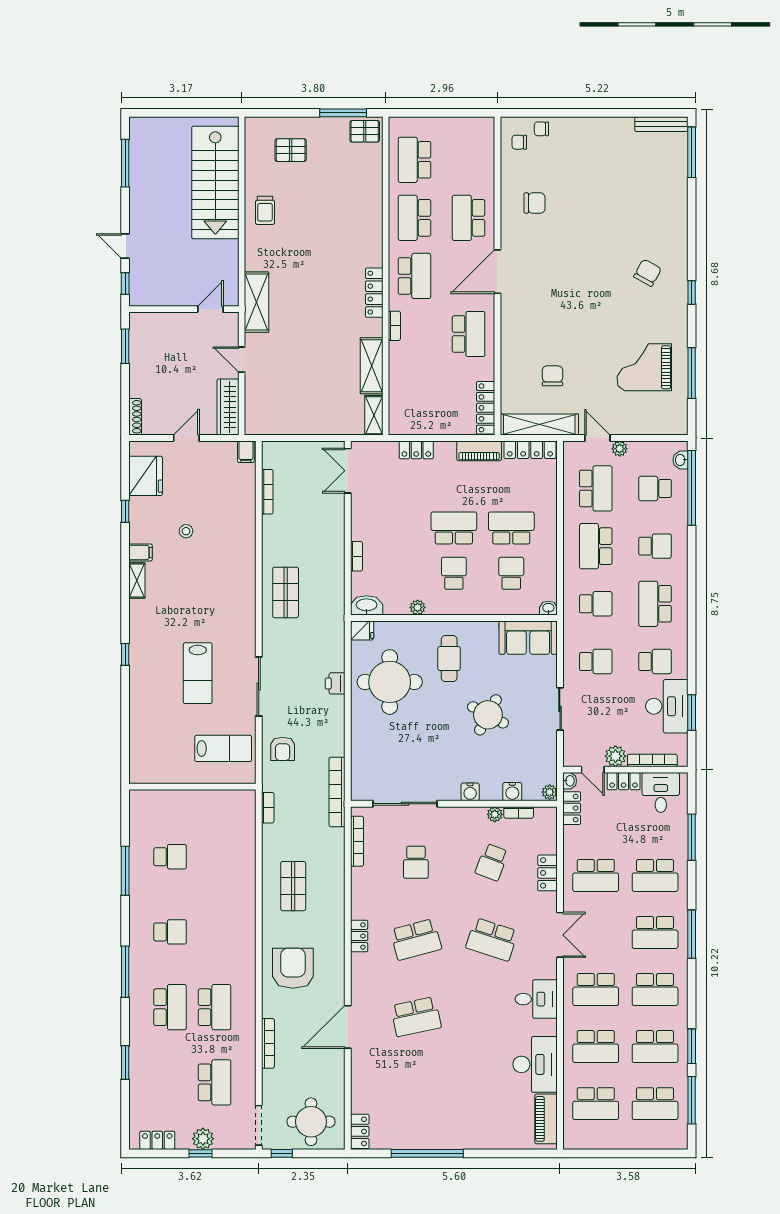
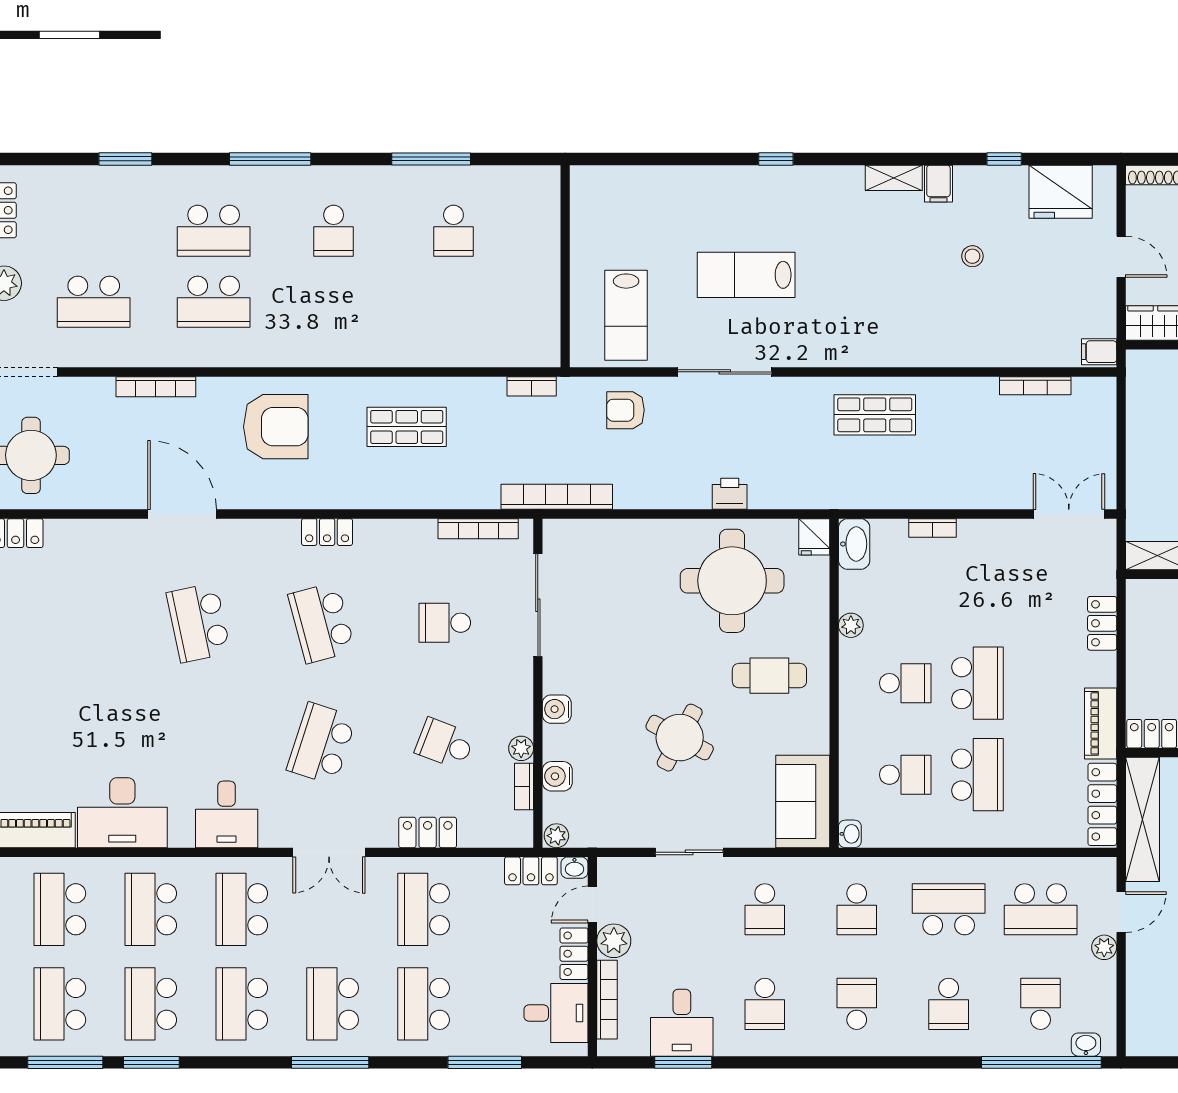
school desk: (655, 604) -> (857, 1004), width x0.54
desk: (667, 706) -> (682, 1023), width x0.73

